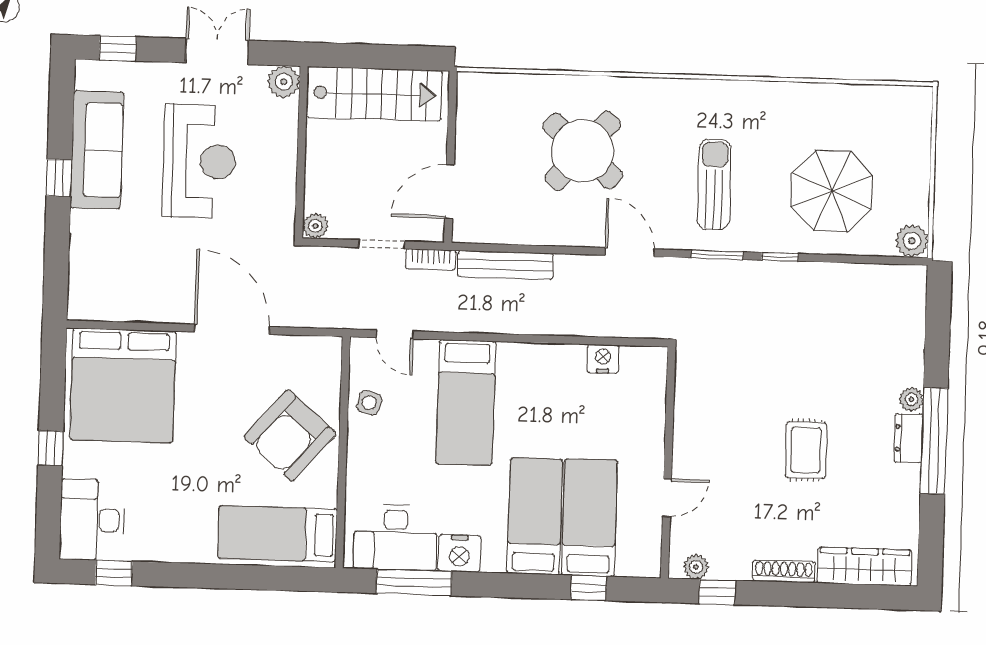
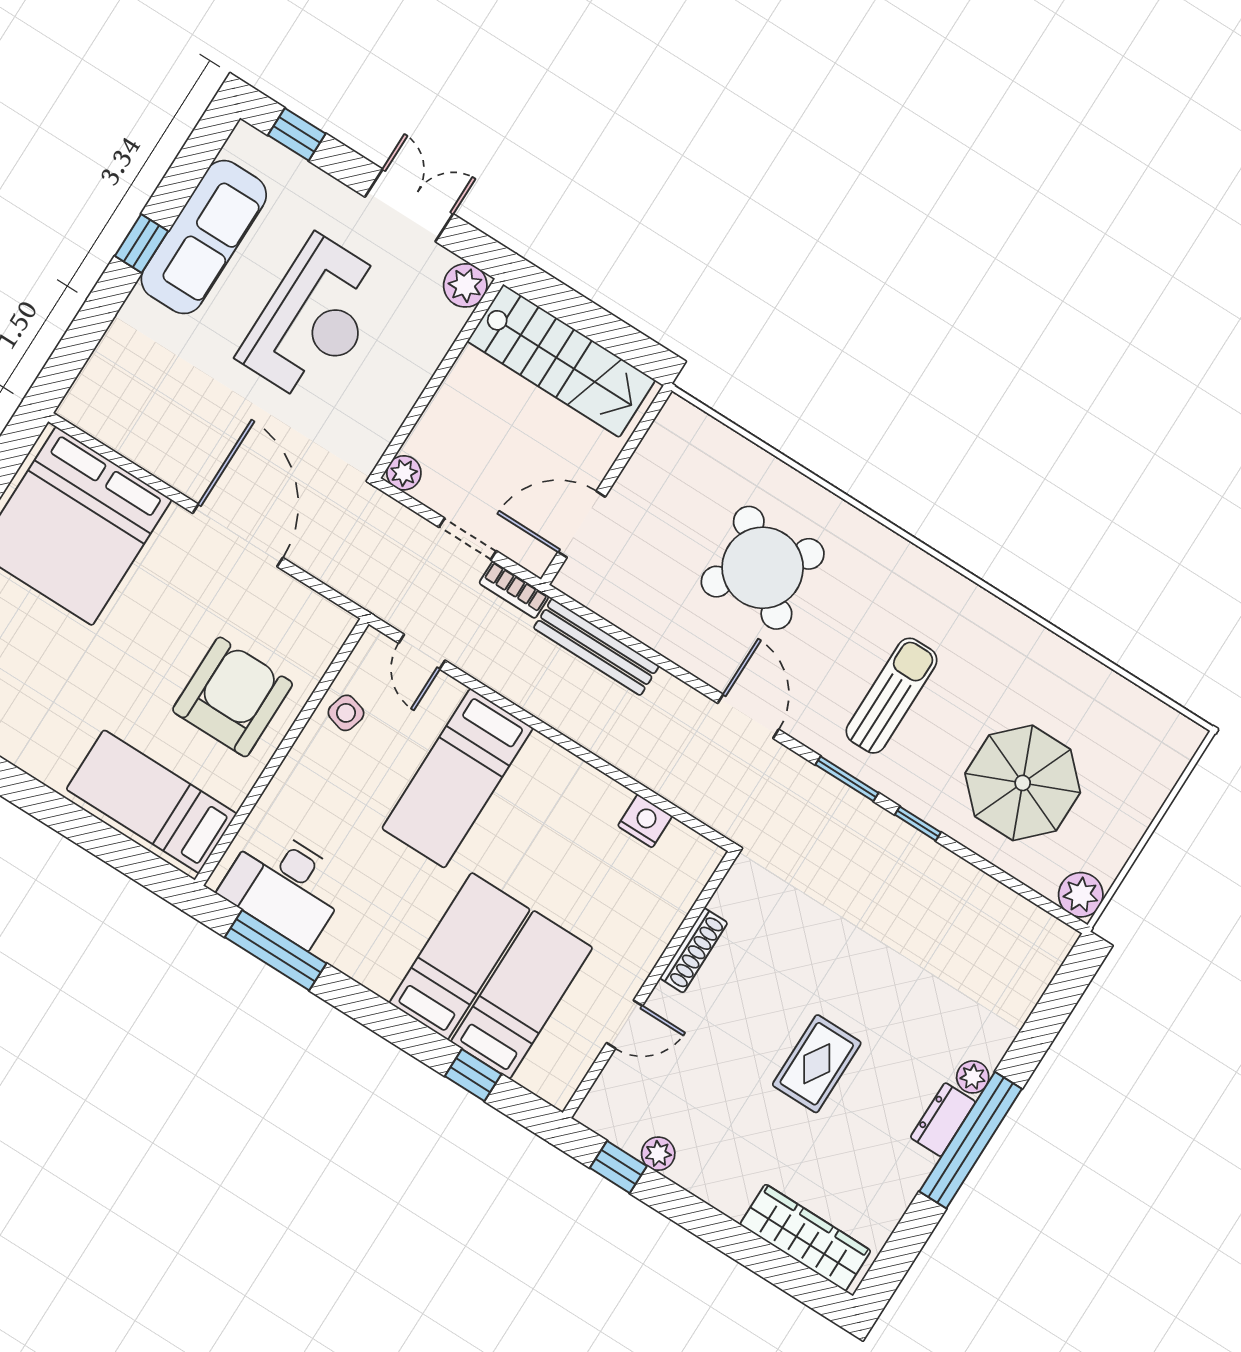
armchair: (290, 435) -> (233, 697), turned 139
nightstand: (459, 553) -> (348, 948), removed
plant: (696, 567) -> (658, 1154), moved
shoe rack: (784, 571) -> (694, 950), moved, turned 90

